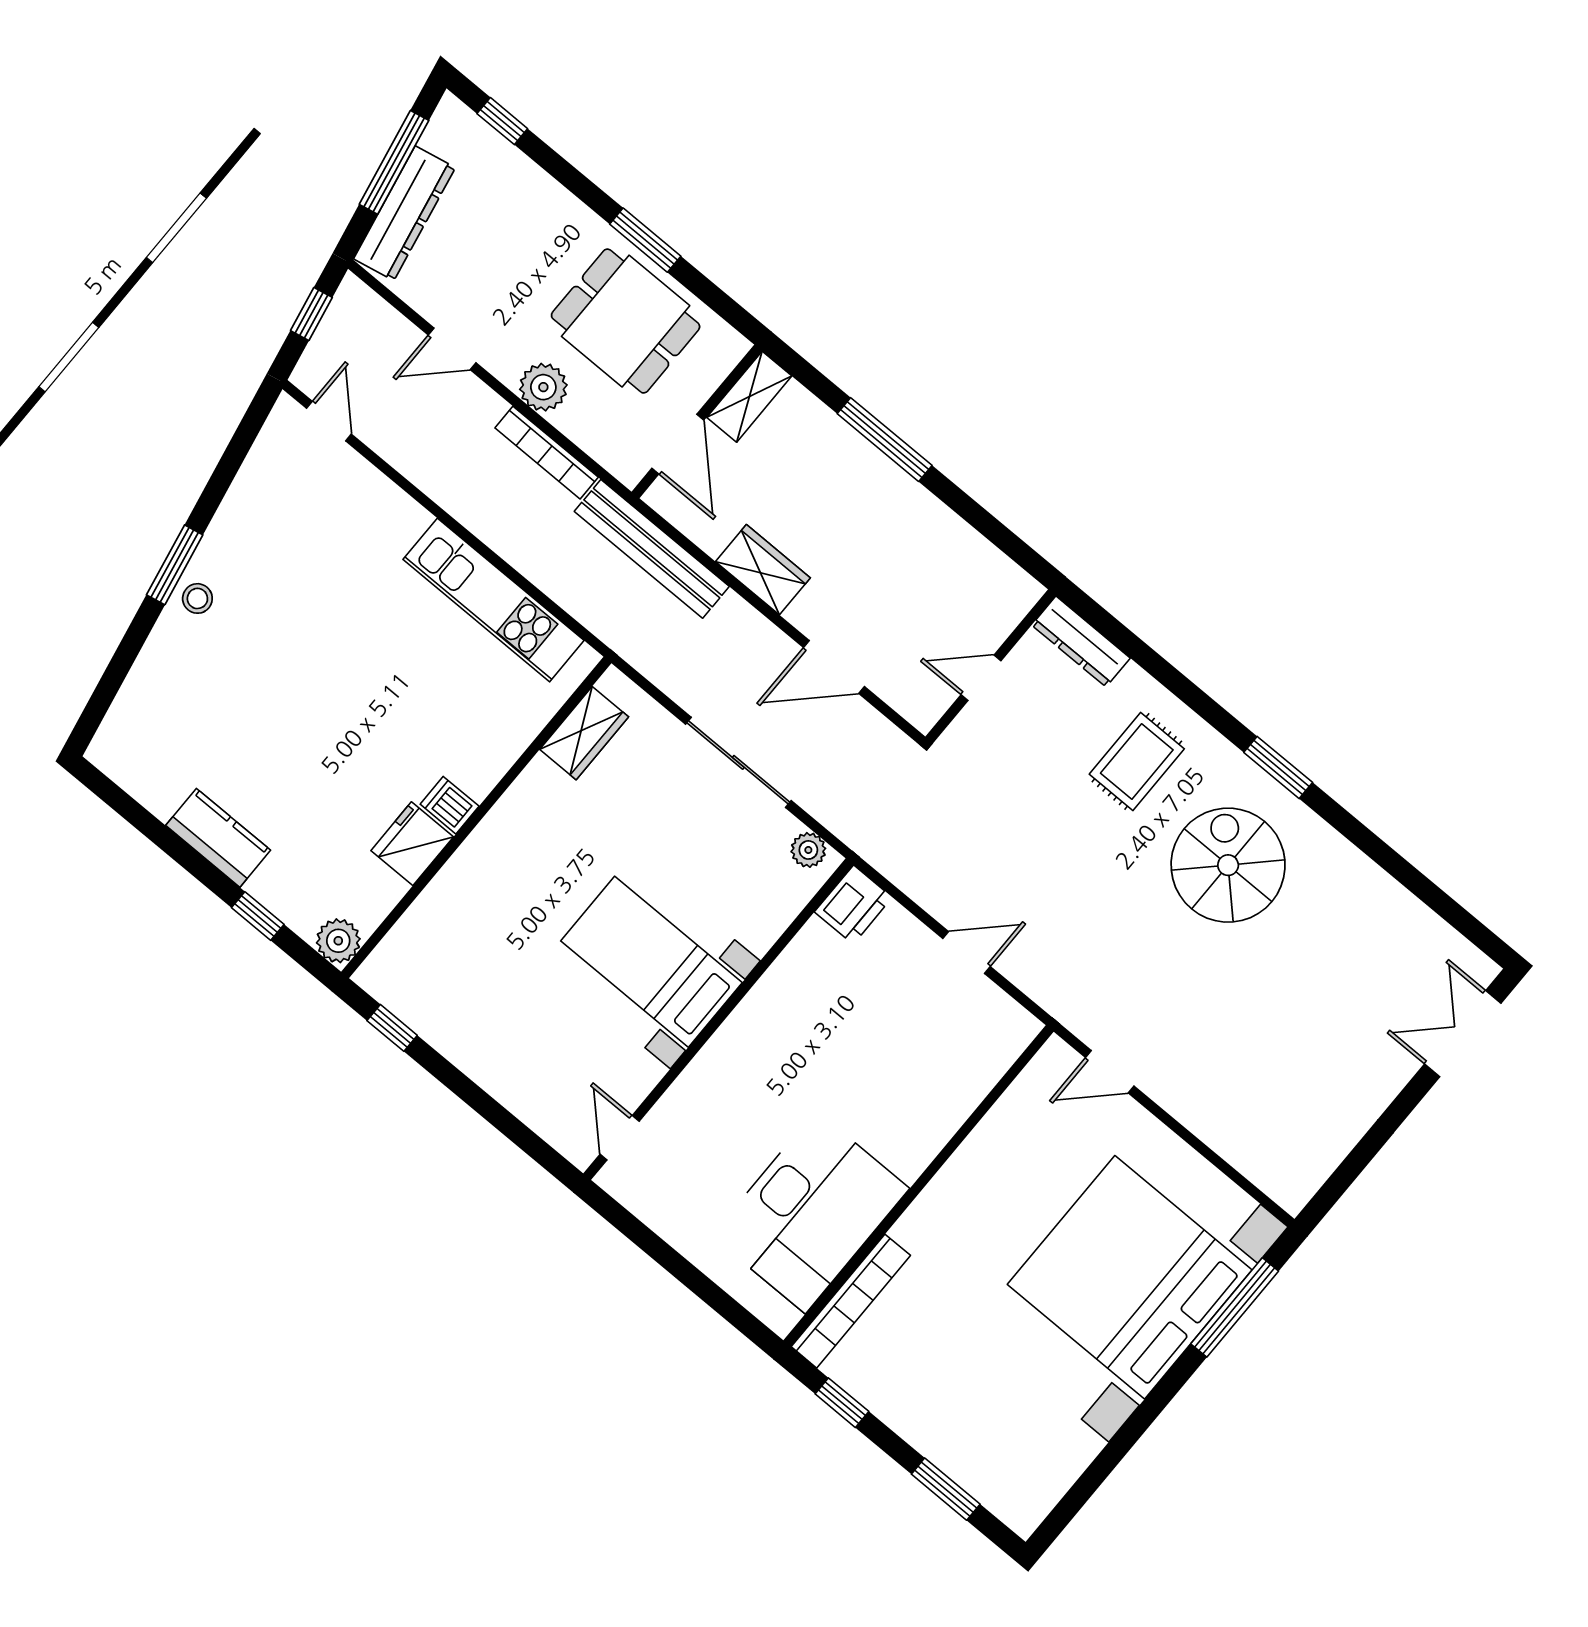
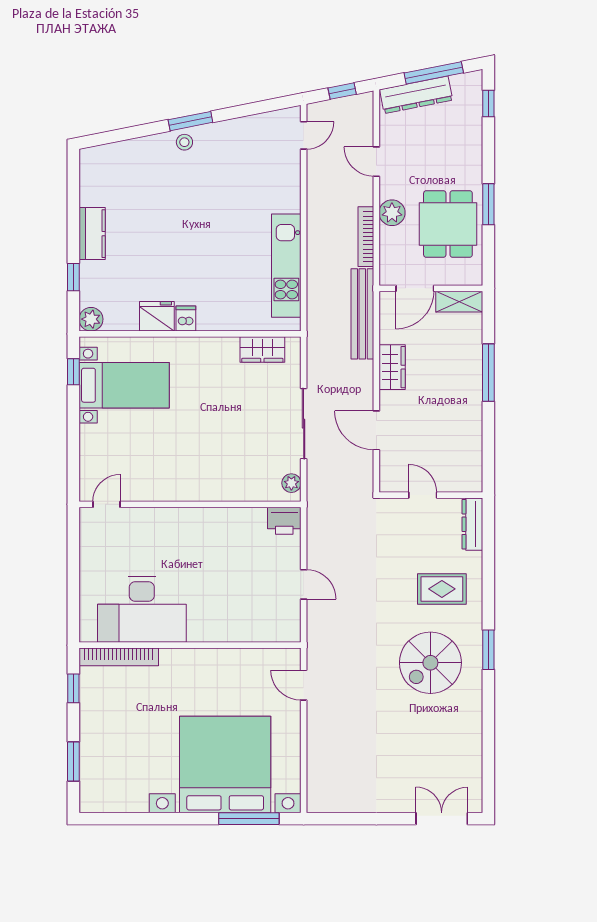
spiral stairs: (1228, 865) -> (430, 663), turned 180
bed with nightstands: (651, 962) -> (124, 385), moved, turned 90

